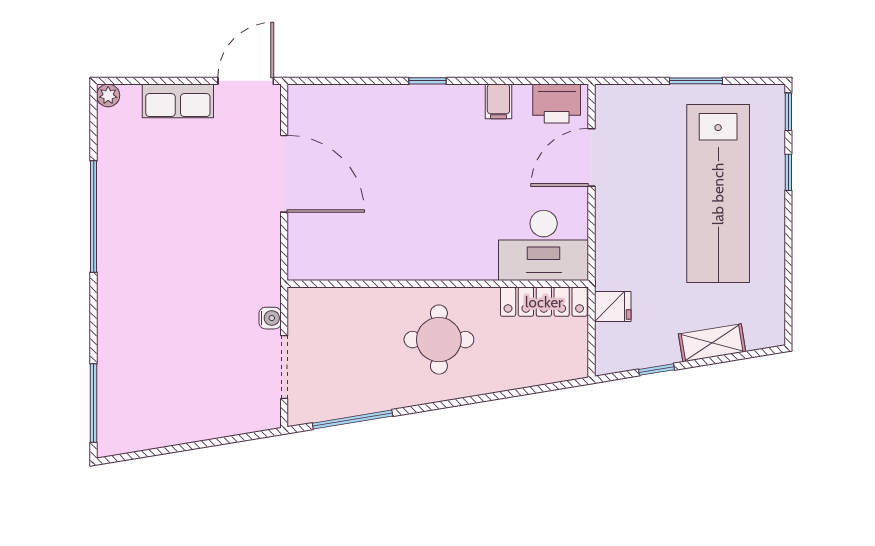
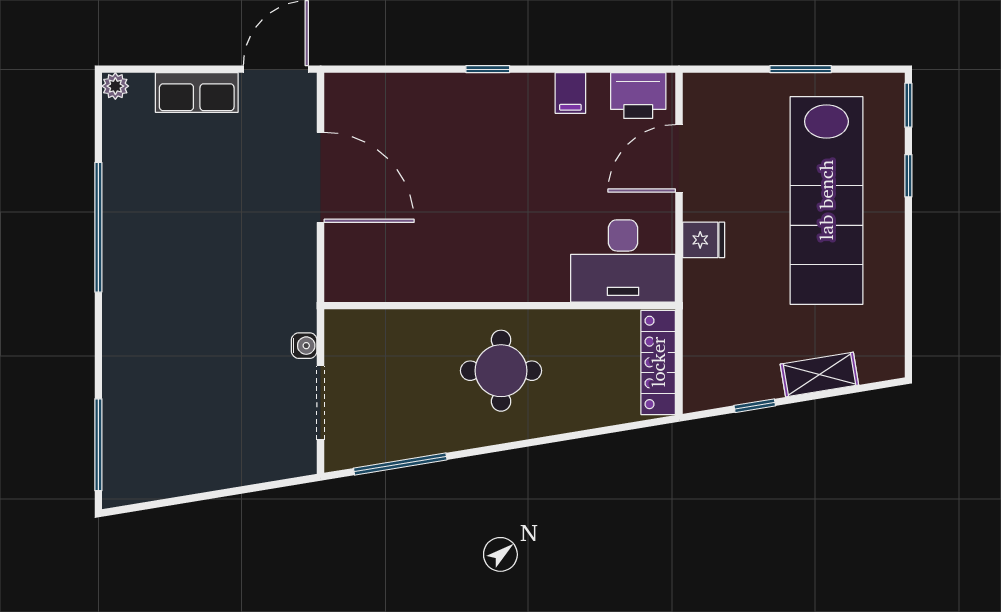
locker: (544, 302) -> (658, 362), moved, turned 90
fridge: (613, 307) -> (704, 240), moved

